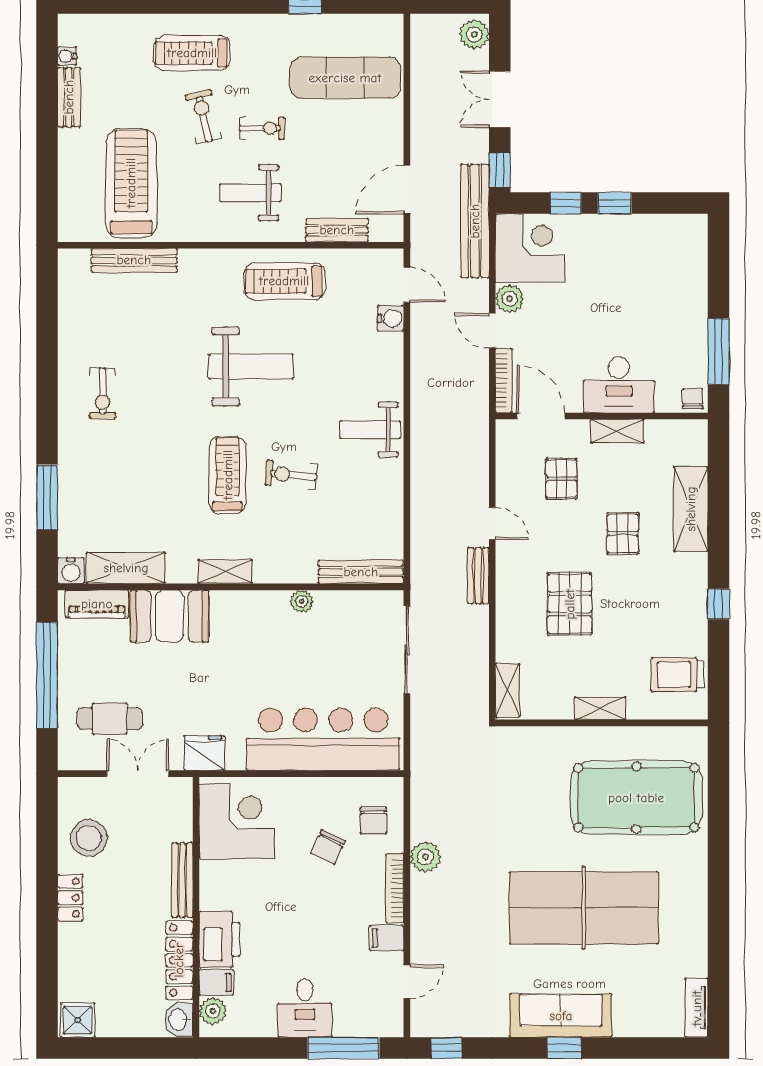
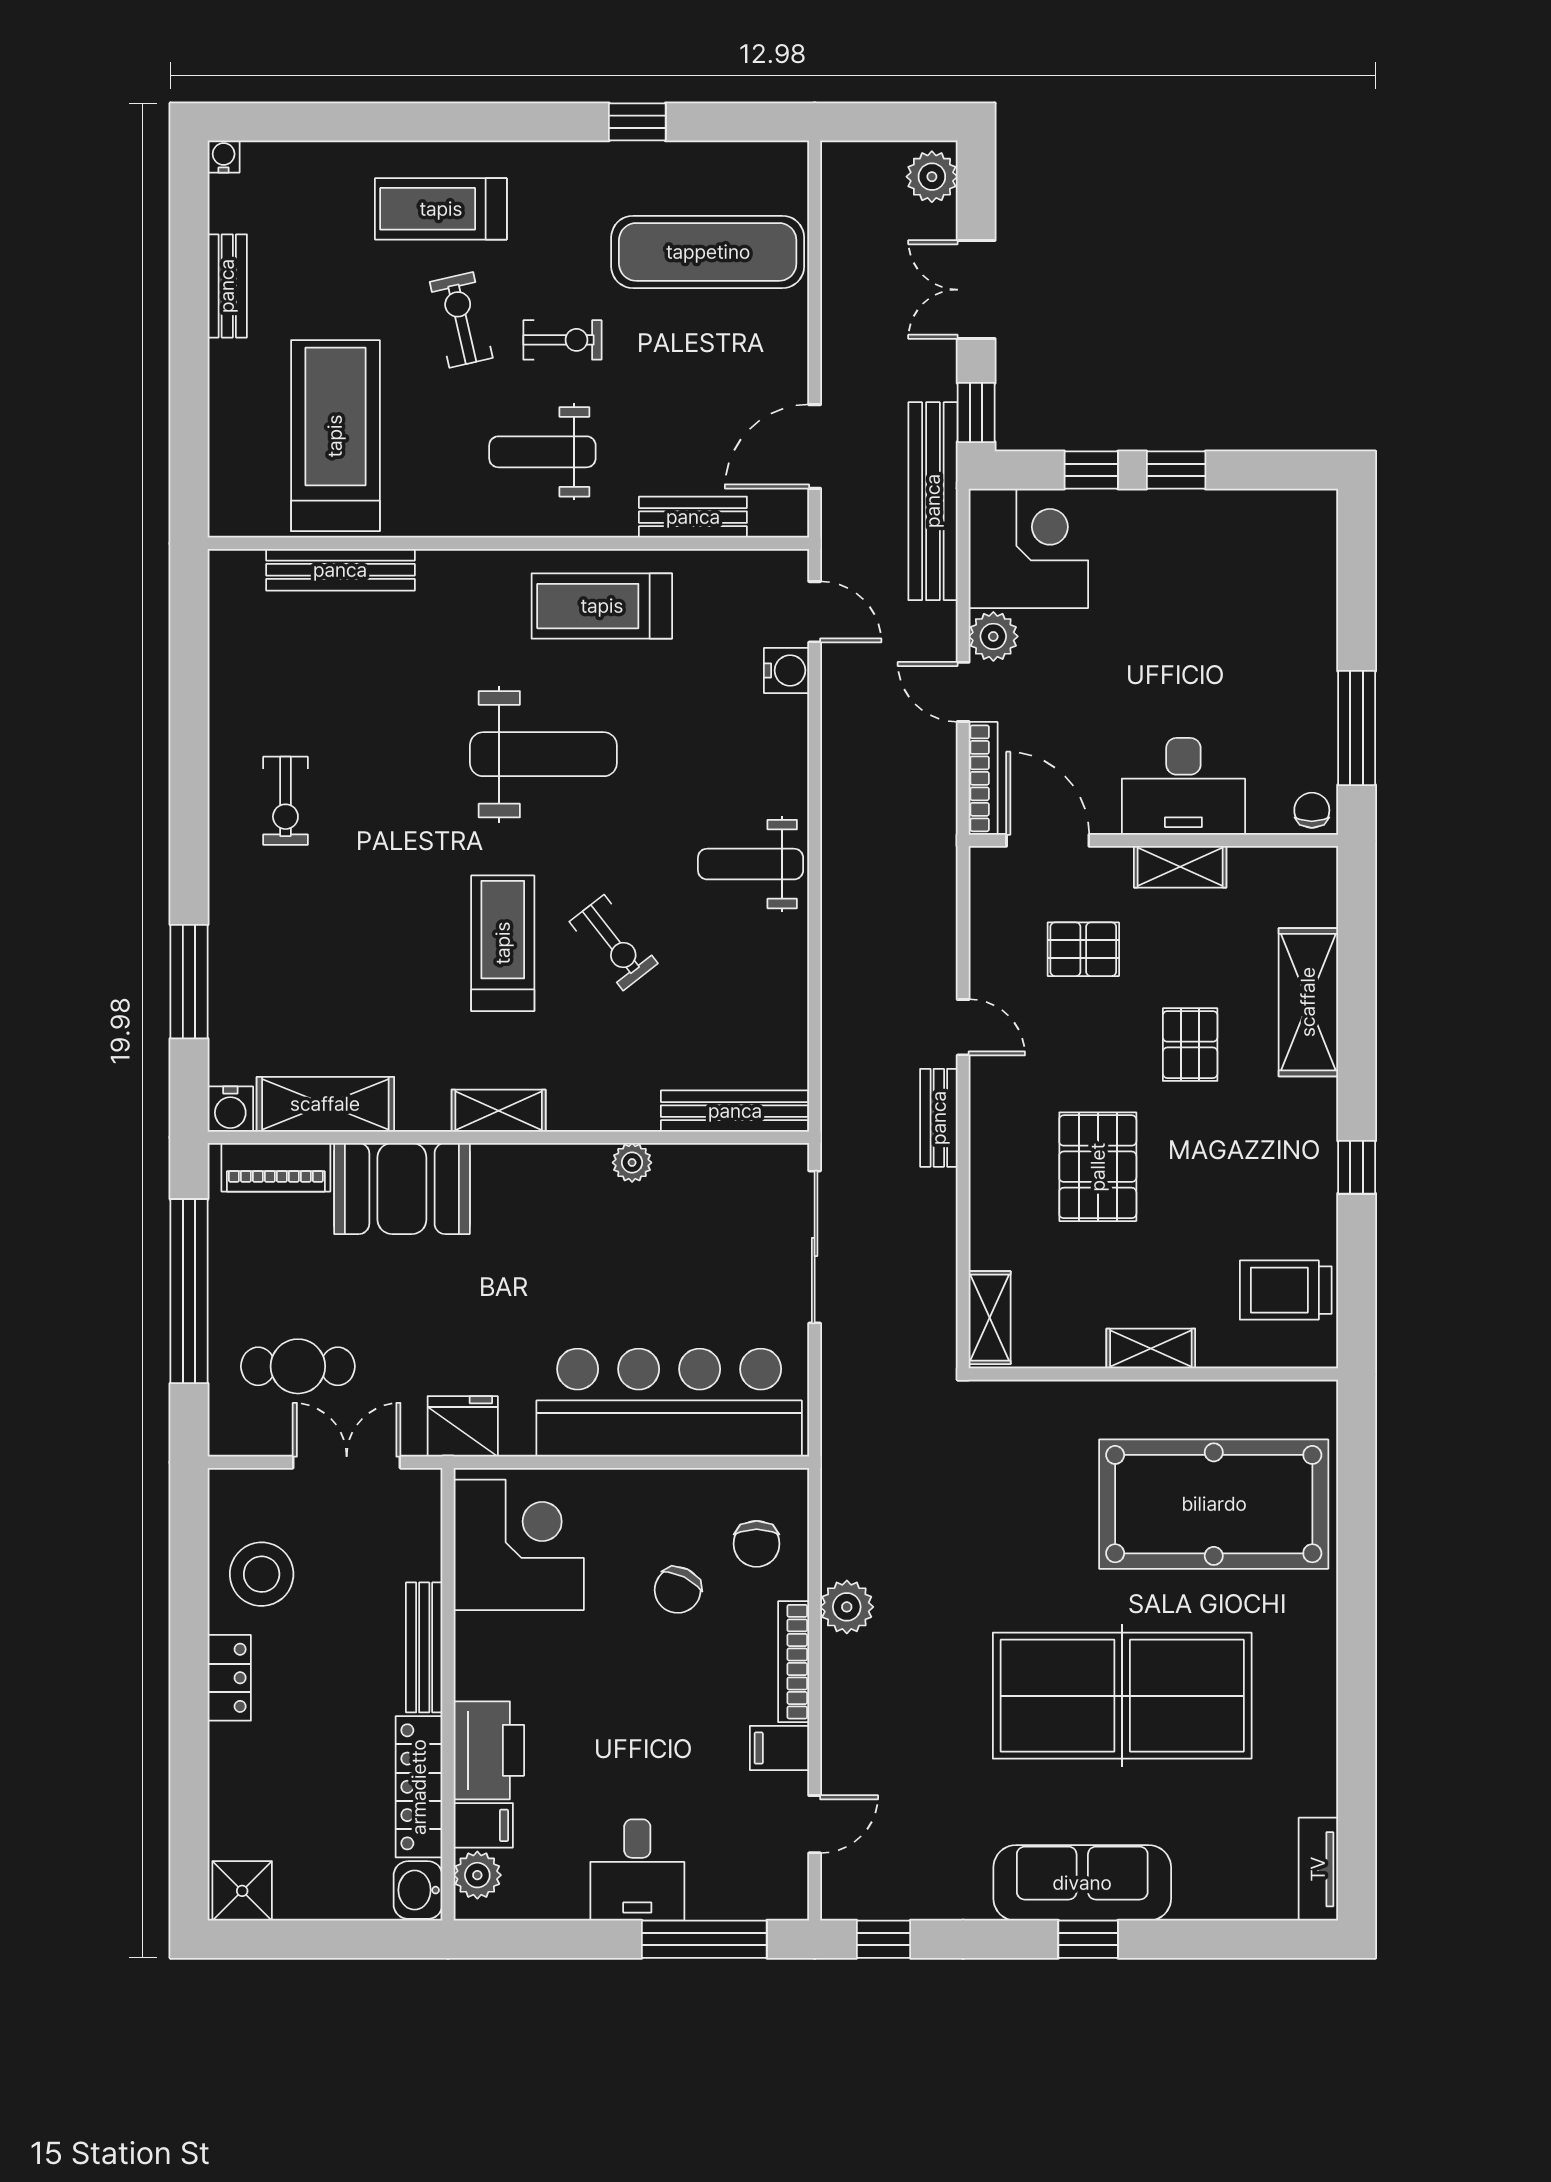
water cooler: (67, 56) -> (224, 157), moved, turned 90
exercise bike: (291, 475) -> (614, 943), turned -133
pallet: (561, 479) -> (1083, 949), turned 90

